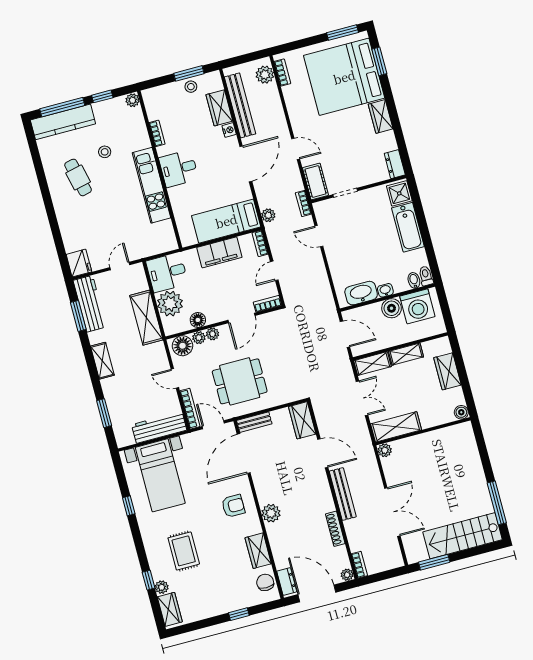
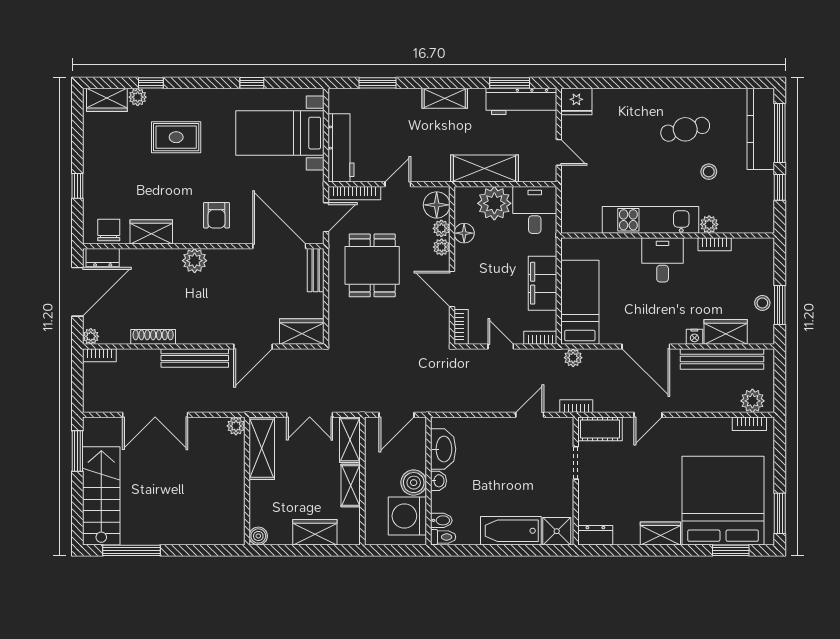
plant: (133, 100) -> (709, 224), moved
chair: (265, 582) -> (109, 230), turned -90

